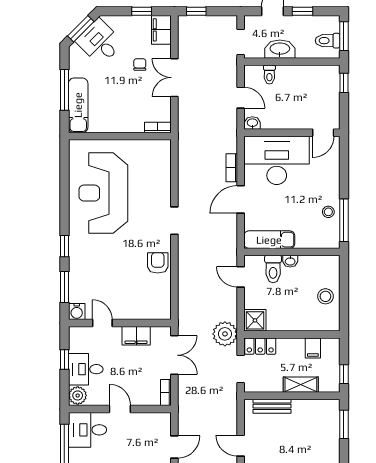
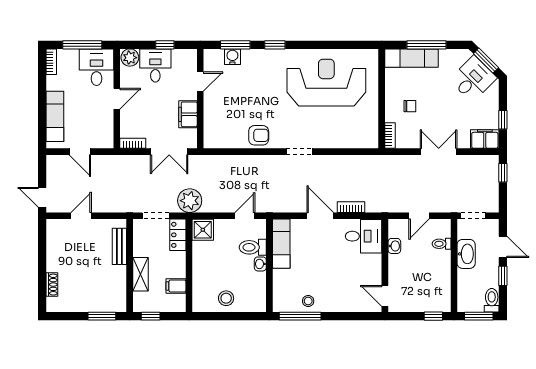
toilet: (328, 41) -> (492, 300), moved
chair: (140, 64) -> (410, 106), moved
washbasin: (252, 123) -> (394, 246), moved
desk: (277, 160) -> (364, 236), width x0.53, depth x0.77
water cooler: (77, 312) -> (232, 57), moved, turned 90

